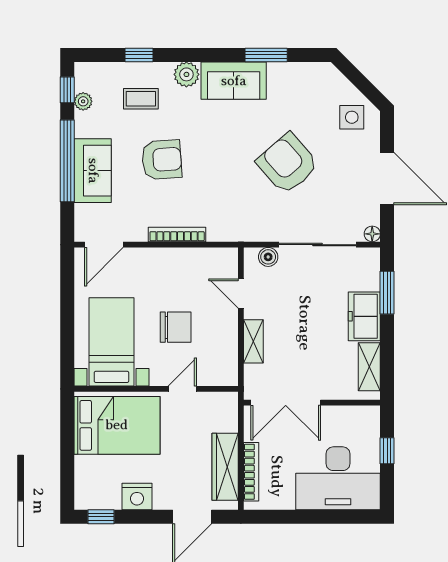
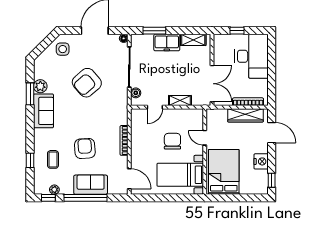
plant: (186, 74) -> (40, 86), moved

